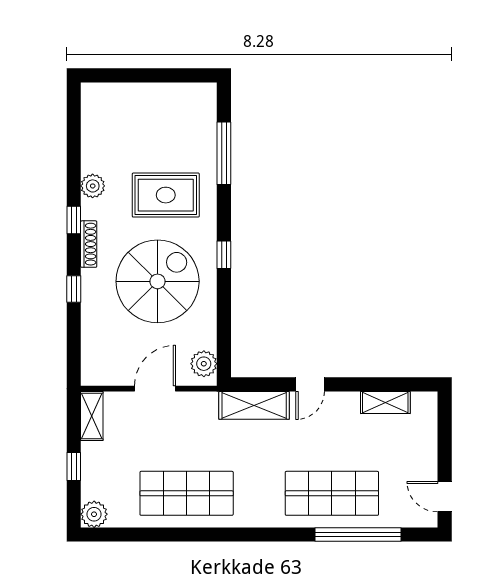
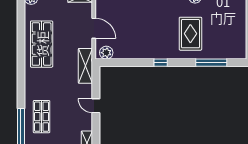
spiral stairs: (158, 281) -> (147, 30), removed
shelving: (254, 405) -> (85, 66), moved
shop shelf: (332, 493) -> (42, 117), width x0.70, depth x0.74

